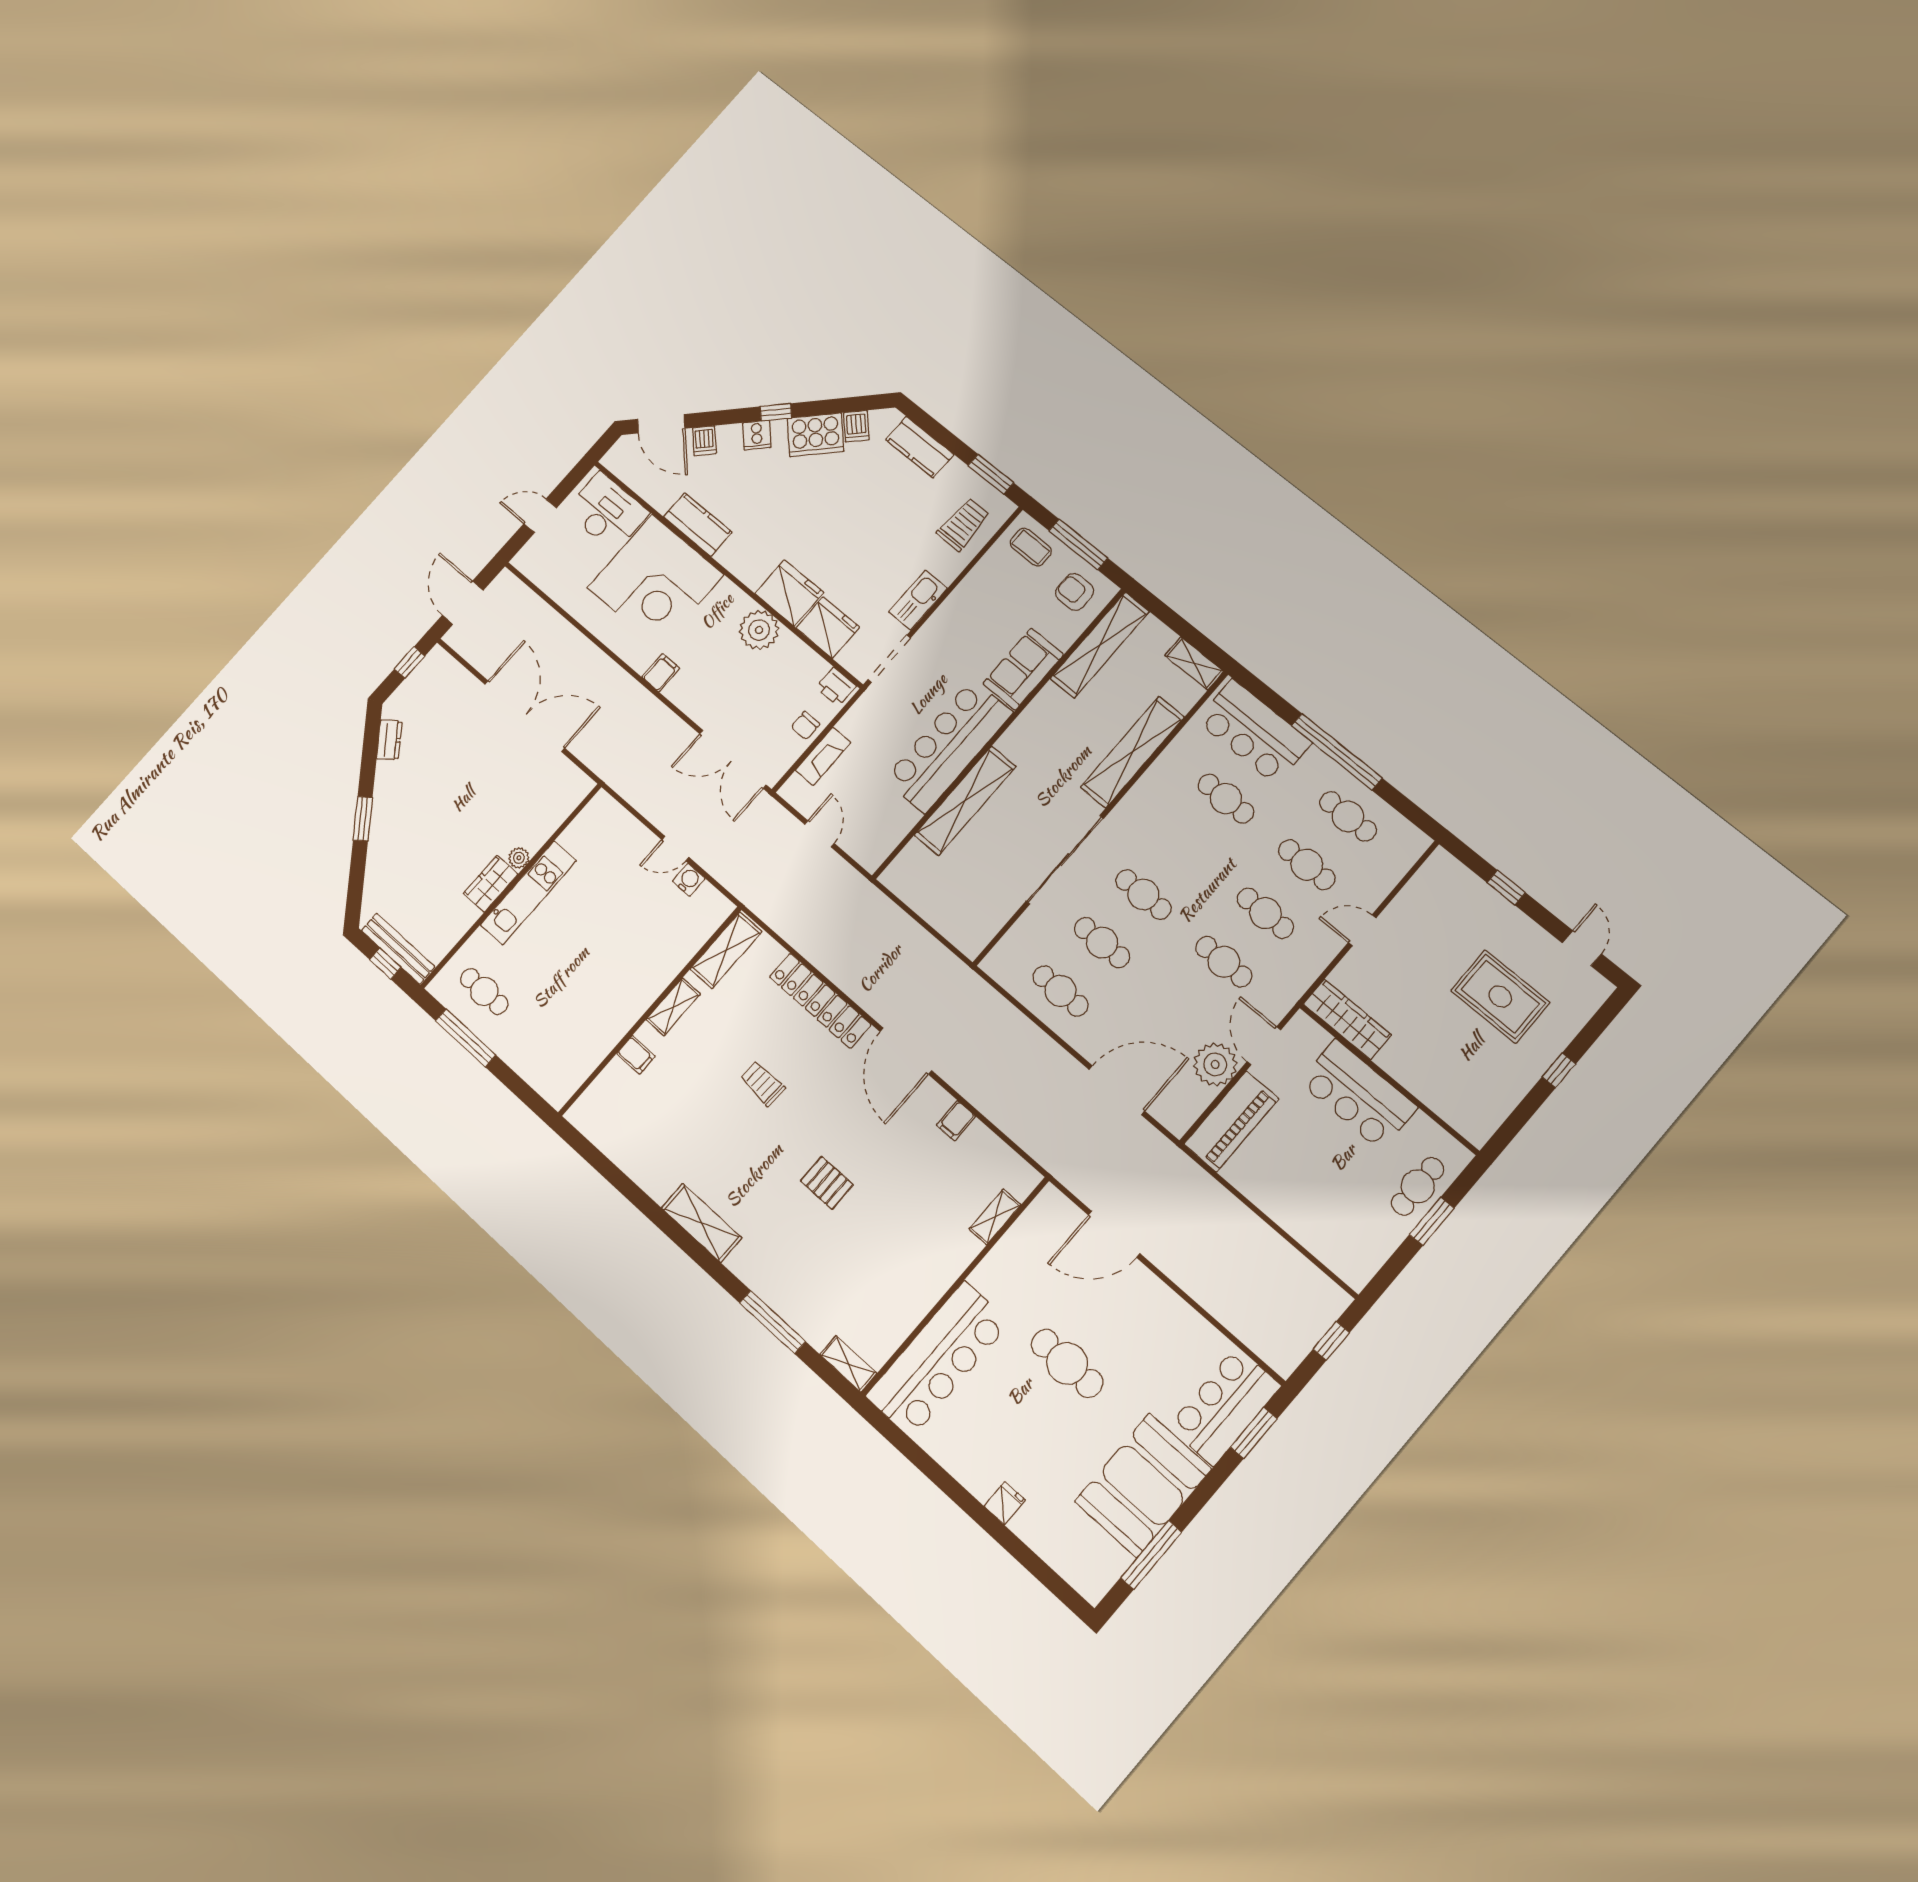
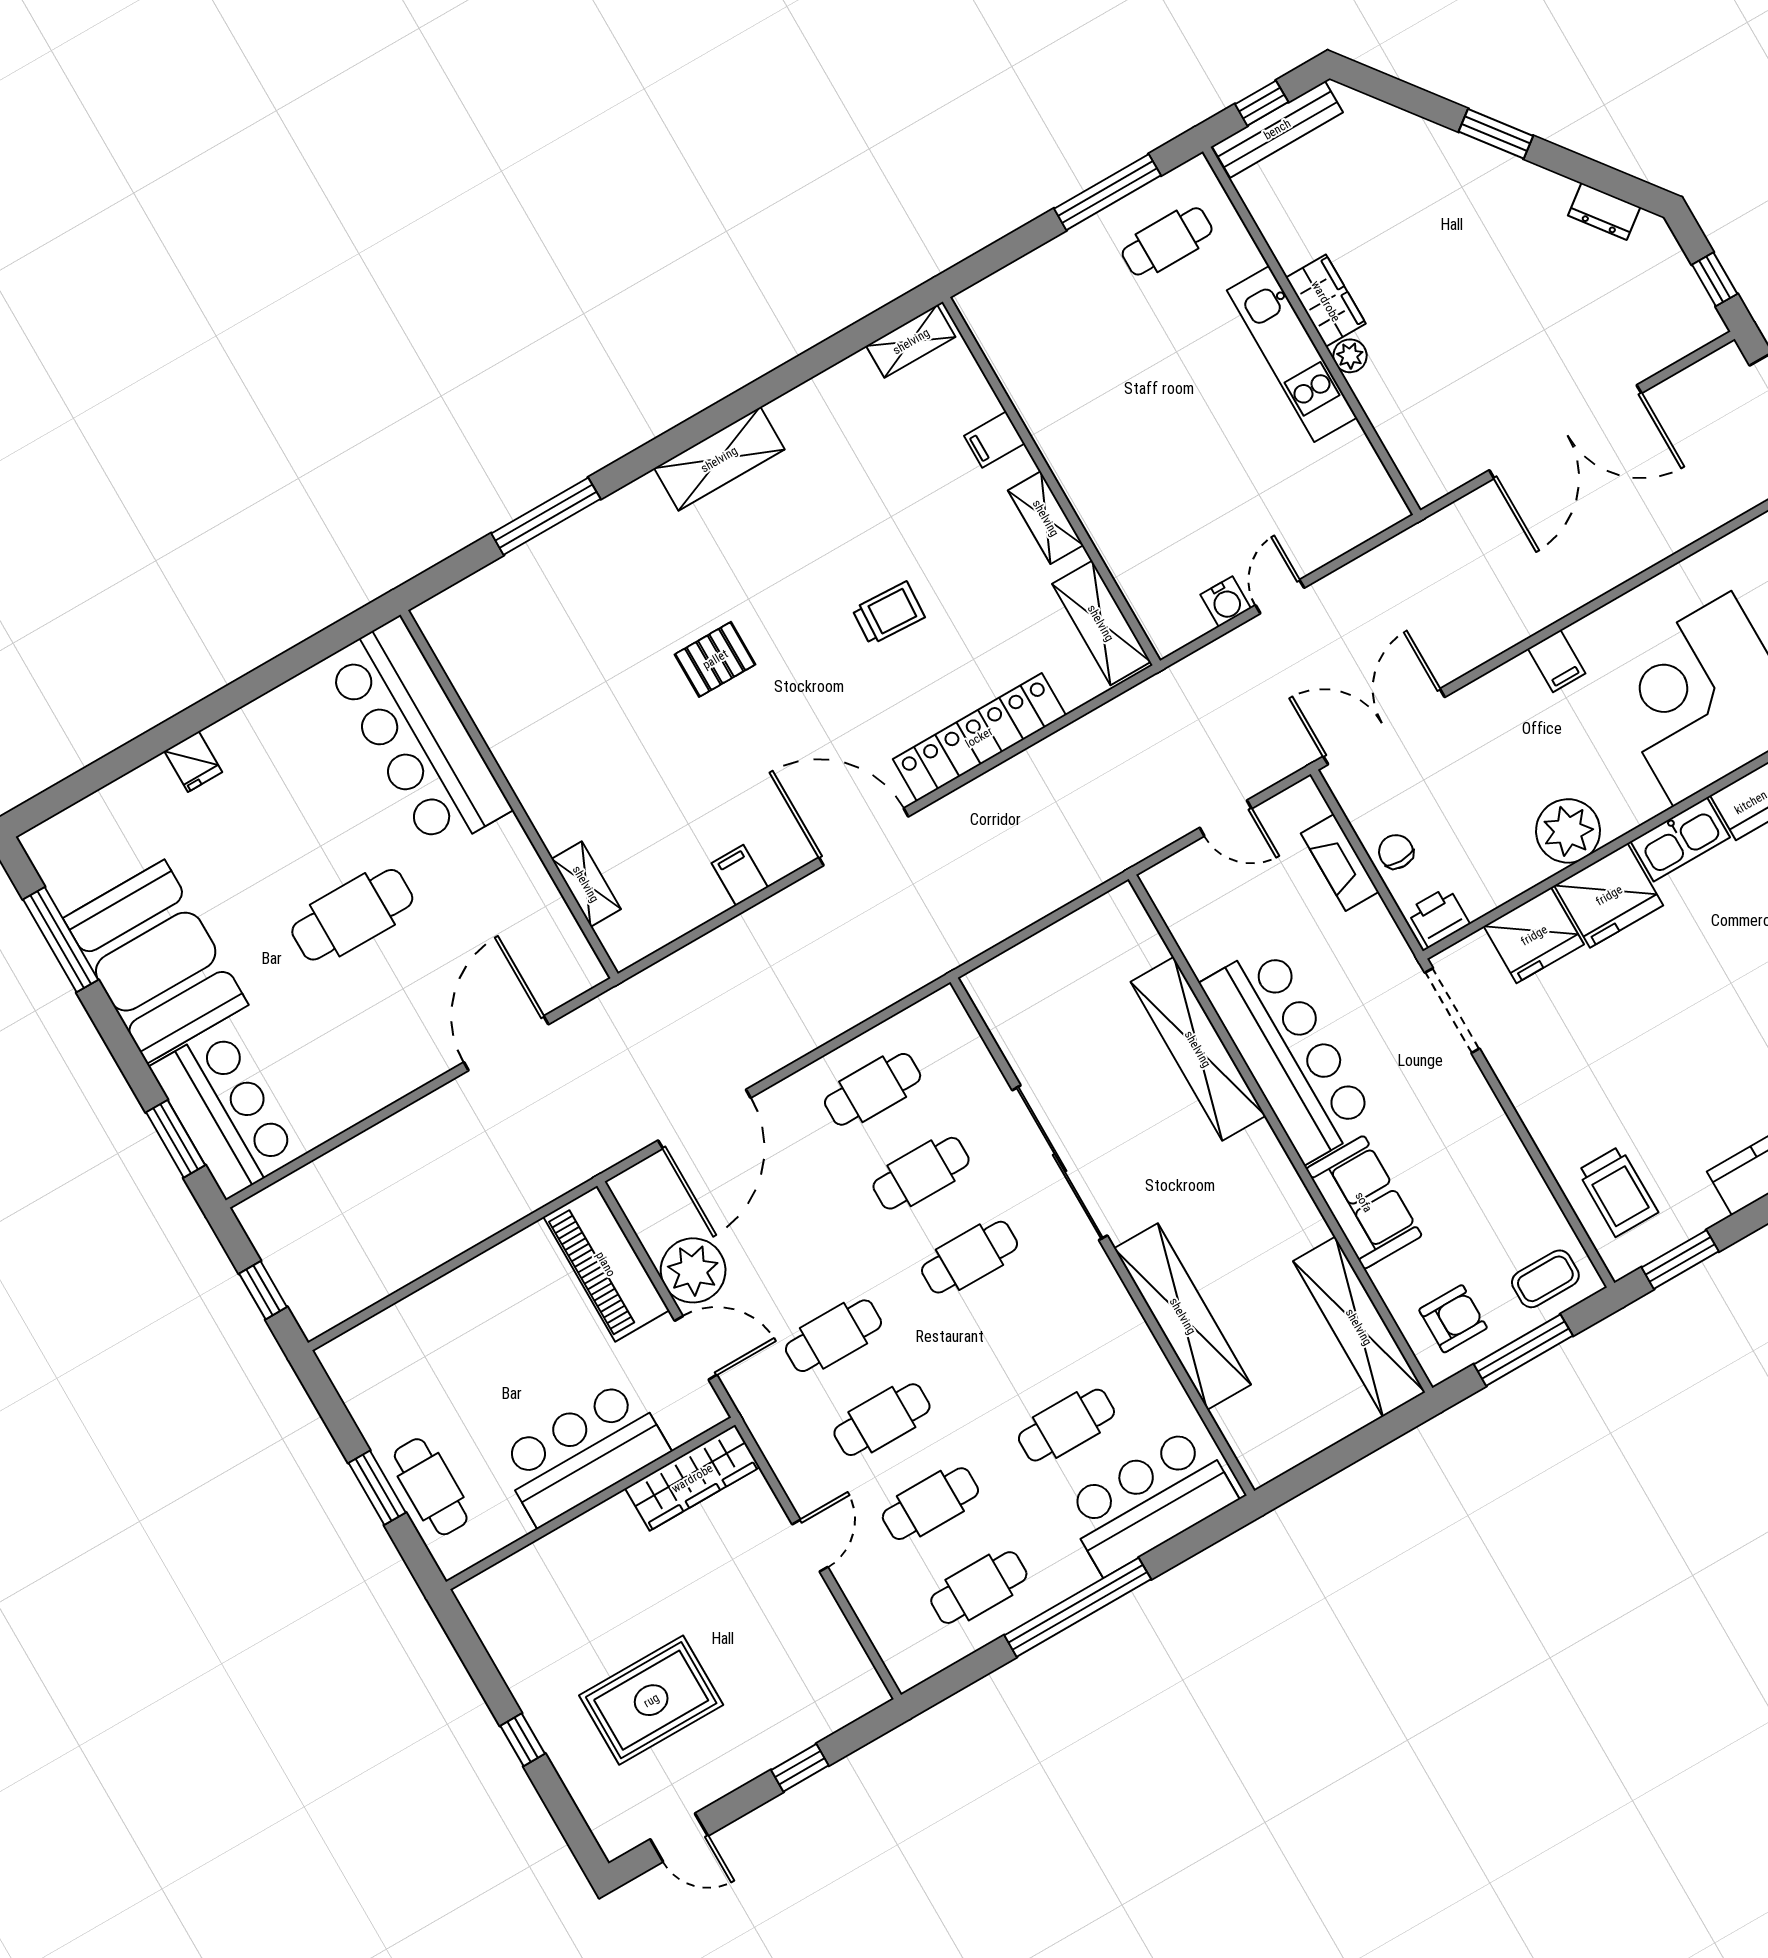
kitchen sink: (918, 600) -> (1680, 839), moved, turned 90
shelving: (1194, 663) -> (1282, 1453), removed
shelving: (848, 1364) -> (911, 341), moved

